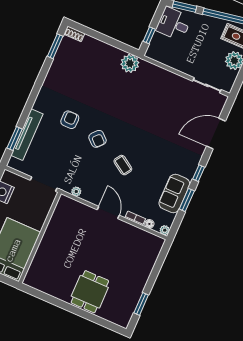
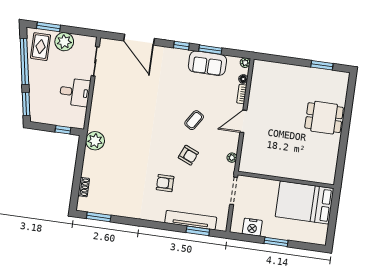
desk: (174, 24) -> (75, 92), moved, turned -90
shoe rack: (74, 34) -> (84, 187), moved
armchair: (97, 139) -> (188, 155), moved, turned 71

